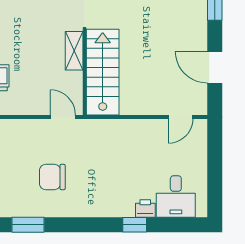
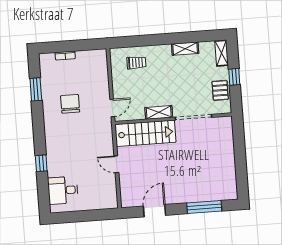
door: (181, 117) -> (116, 164), moved
printer: (145, 208) -> (53, 170), removed

